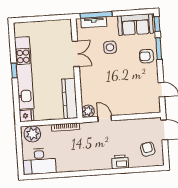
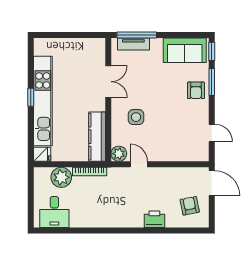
side table: (110, 47) -> (136, 117), moved
armchair: (147, 56) -> (196, 90), turned -90
plant: (32, 134) -> (61, 177), moved
desk: (39, 161) -> (54, 212), width x0.73

